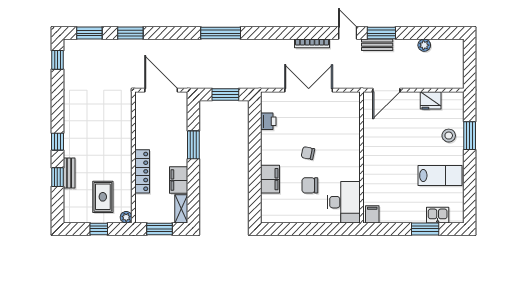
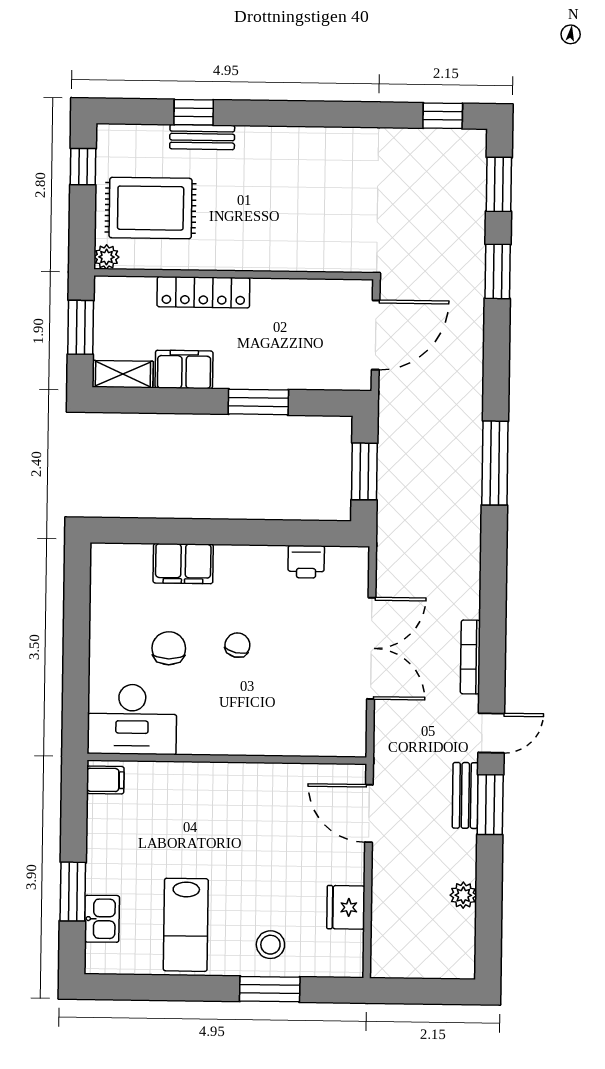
window: (57, 142) -> (269, 113), removed
rug: (103, 197) -> (151, 208), width x1.36, depth x1.43
window: (99, 229) -> (83, 167), moved

